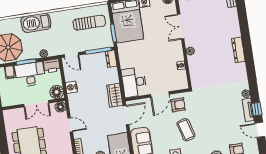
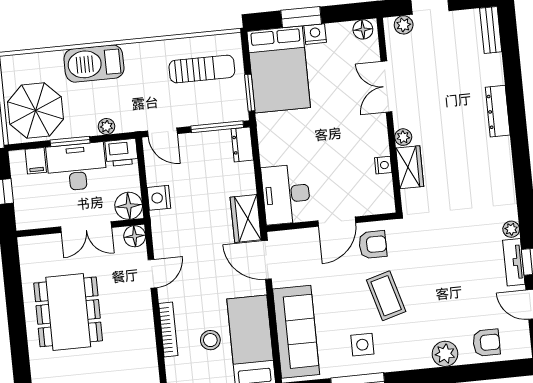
dresser: (238, 50) -> (498, 111), moved
wardrobe: (194, 66) -> (410, 167), added
door: (126, 115) -> (267, 260), swing flipped
door: (70, 125) -> (152, 274), hinge flipped

